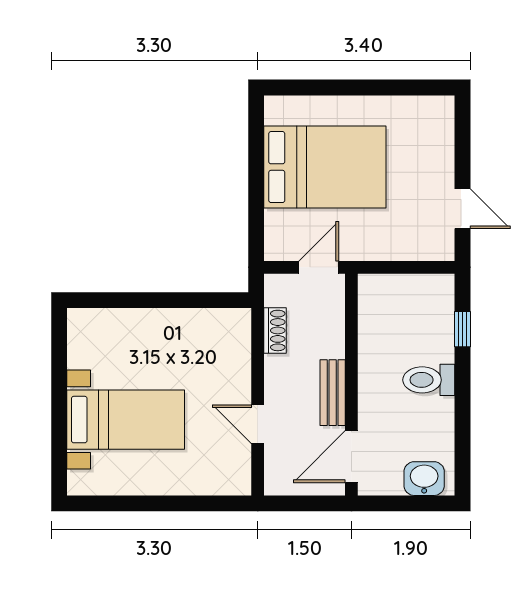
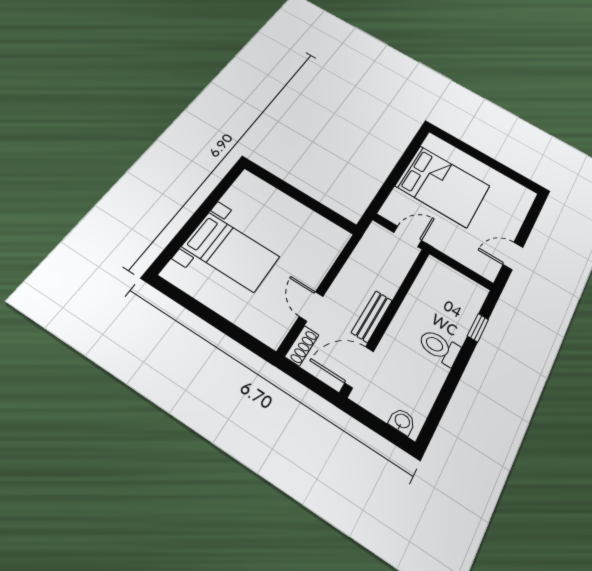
door: (462, 209) -> (513, 256), swing flipped
shoe rack: (275, 330) -> (302, 346), moved
washbasin: (424, 479) -> (402, 421), width x0.72, depth x0.69

